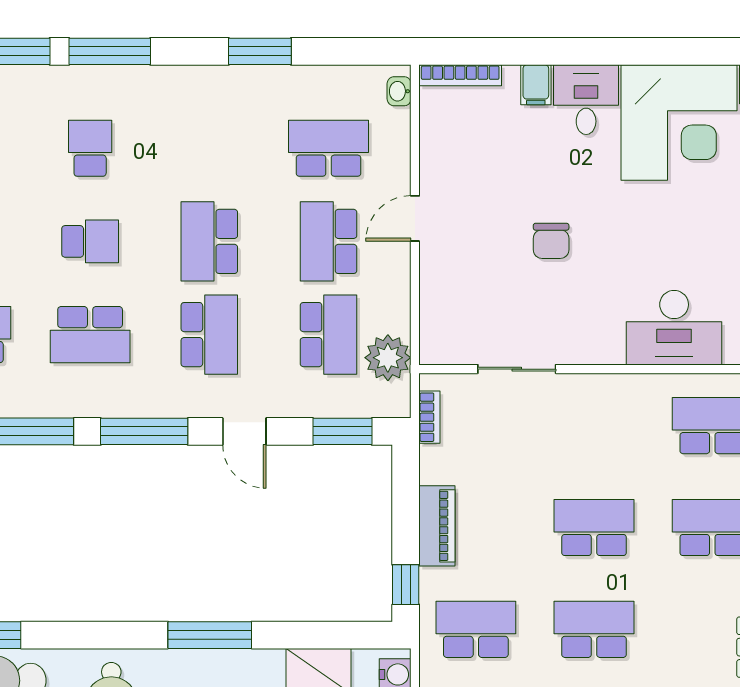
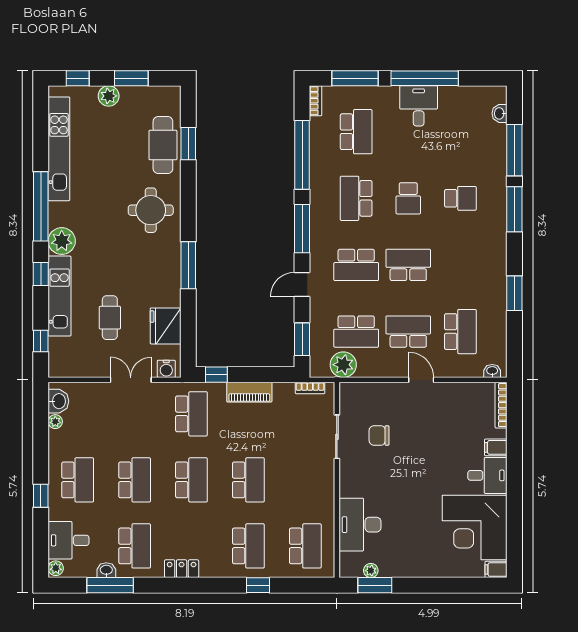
chair: (551, 241) -> (379, 435), moved

